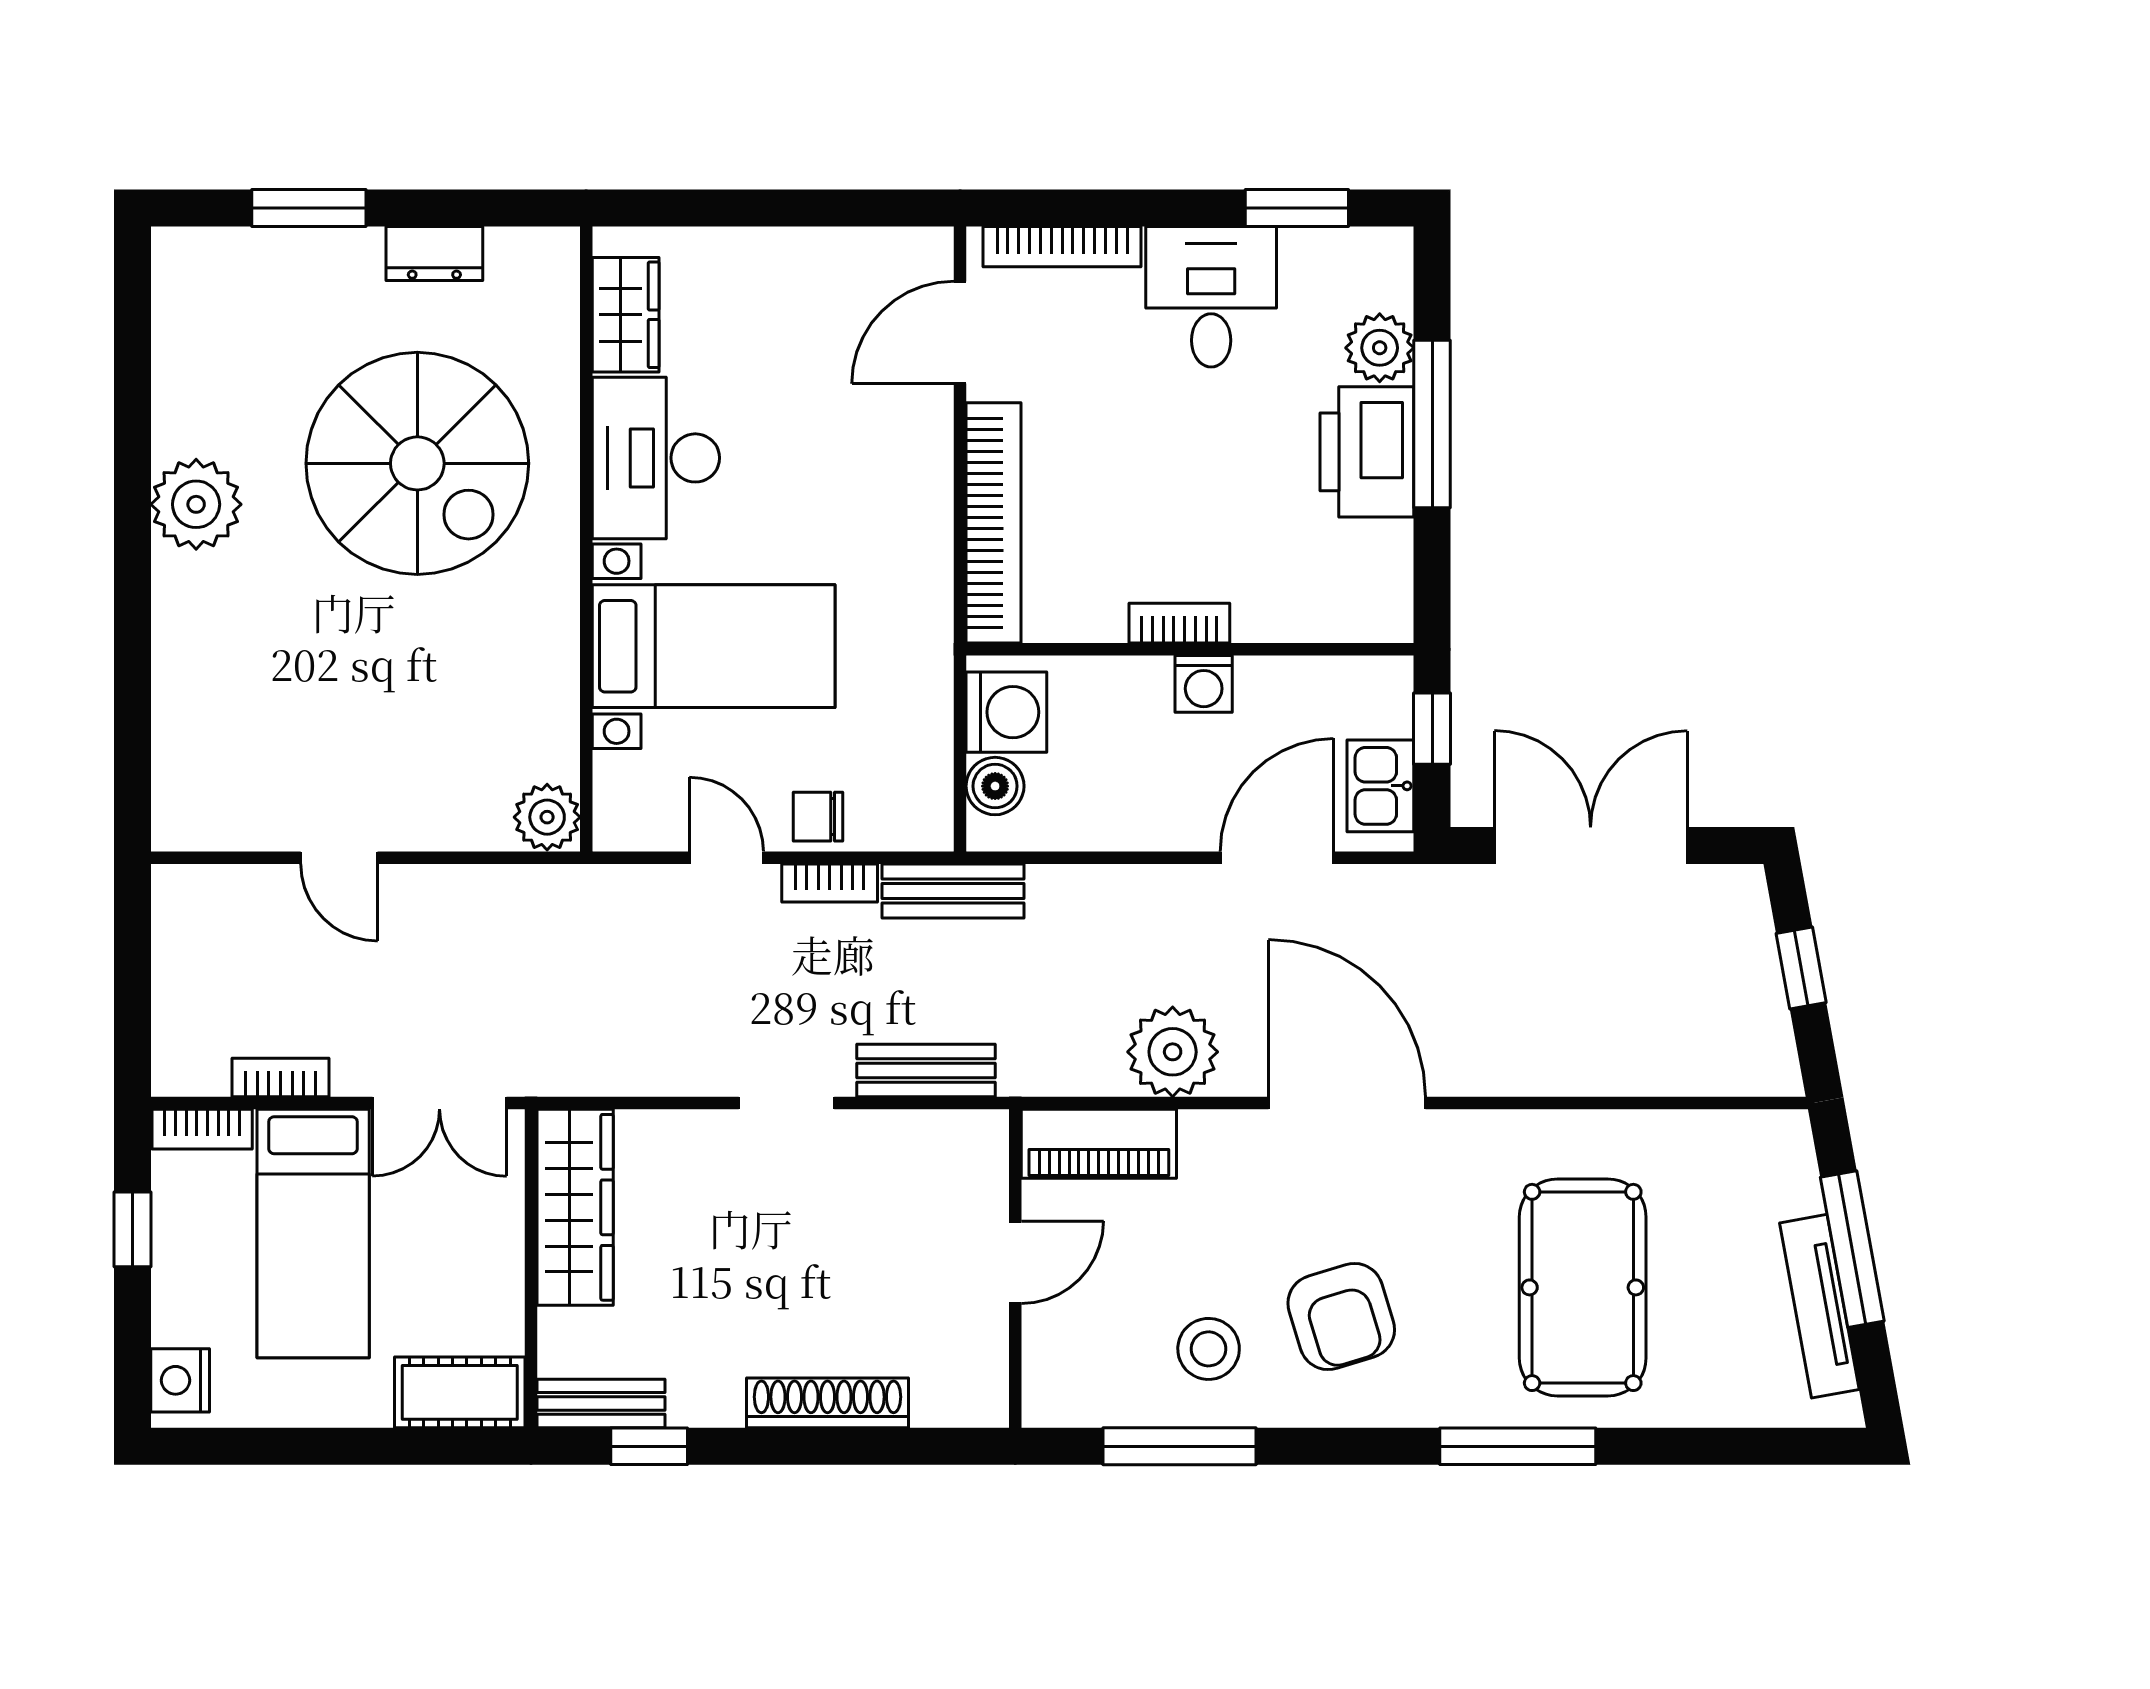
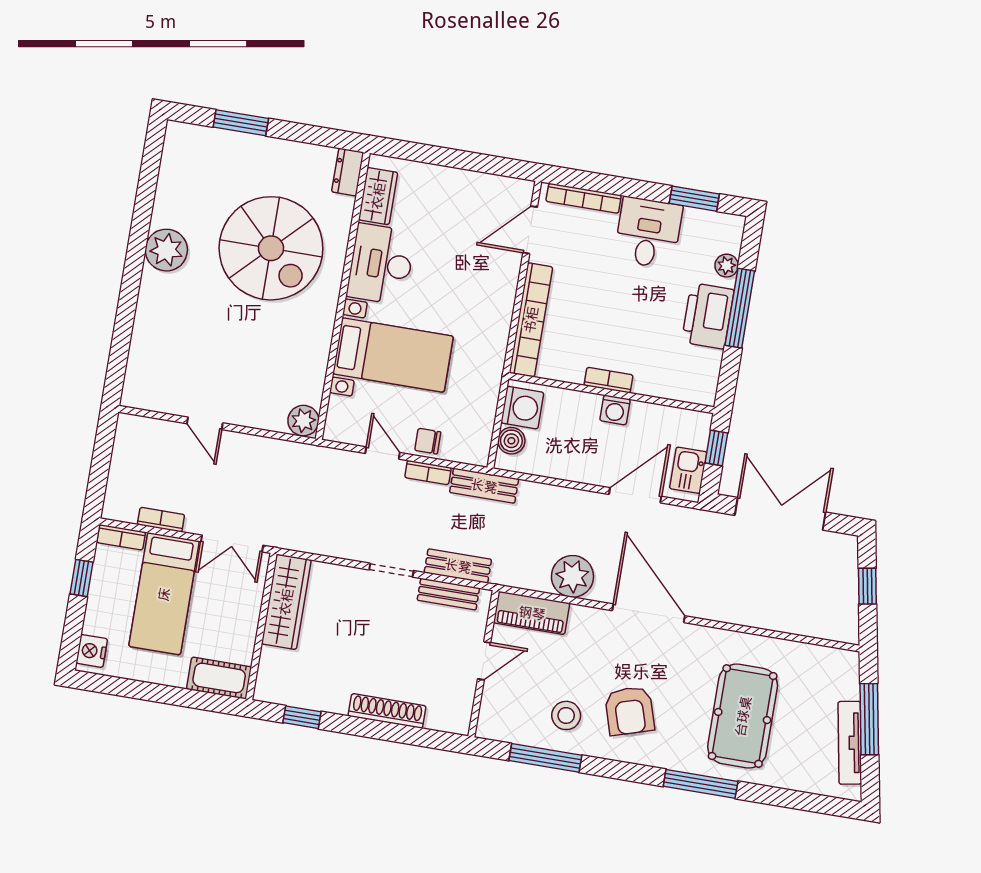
dresser: (434, 254) -> (348, 172), moved, turned 90
plant: (1380, 348) -> (727, 266), width x0.73, depth x0.73
bench: (601, 1403) -> (448, 594), moved

